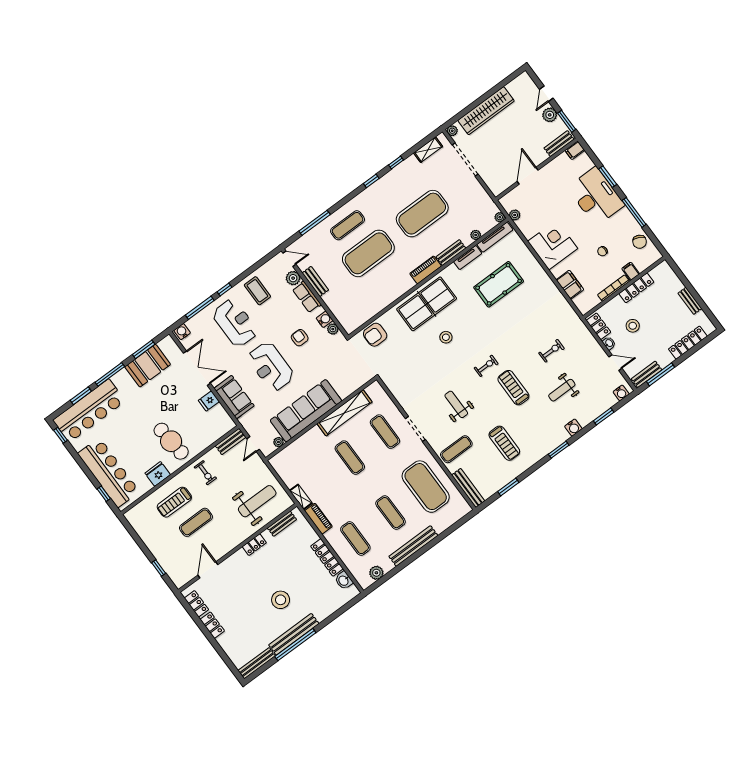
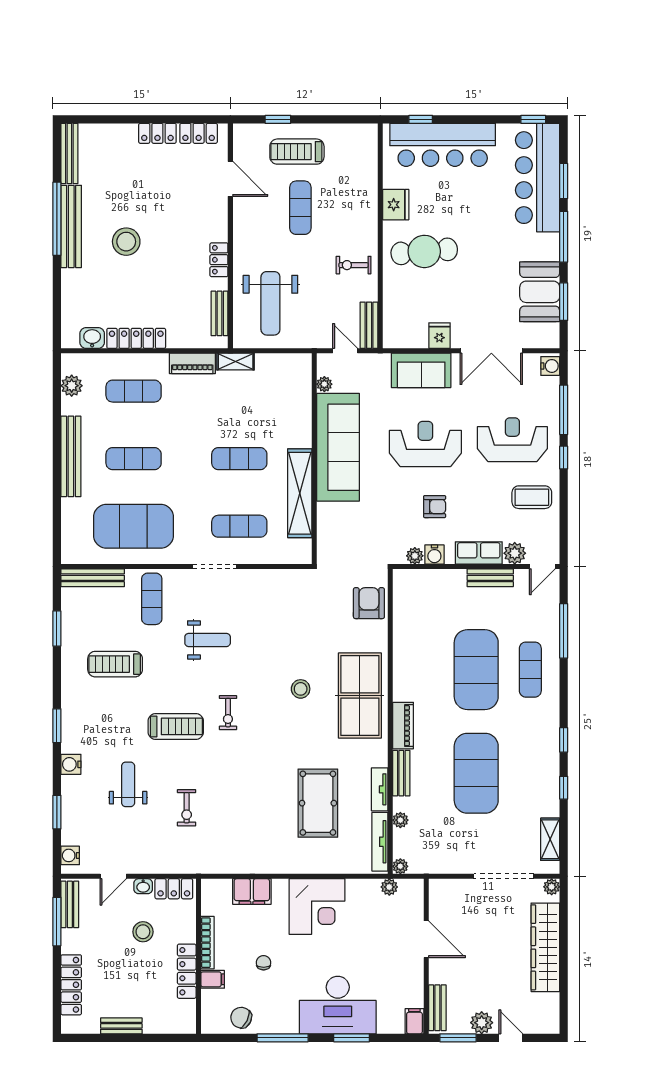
reception desk: (235, 323) -> (512, 440), turned 180
treadmill: (174, 502) -> (297, 152), moved, turned -90

